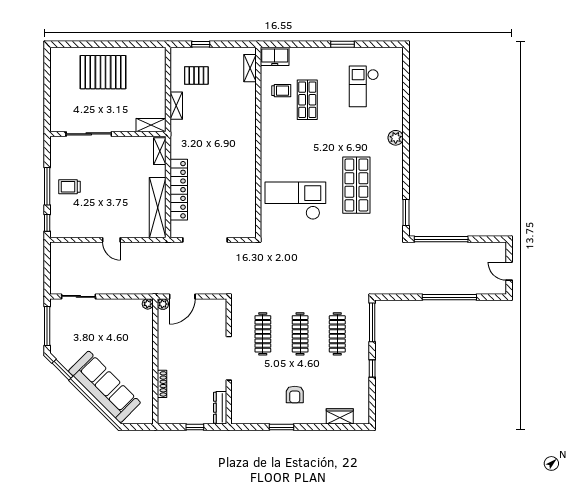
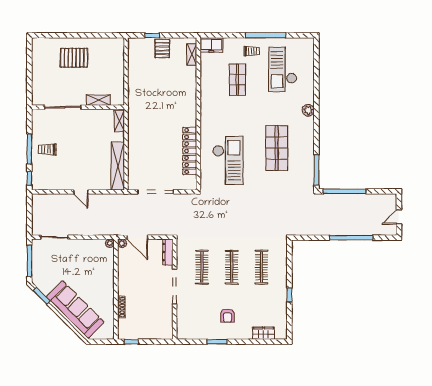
window: (342, 44) -> (266, 35), width x2.11
pallet: (103, 72) -> (74, 58), width x0.73, depth x0.71
pallet: (196, 75) -> (162, 49), moved, turned 90
checkout: (364, 86) -> (283, 69), width x1.36, depth x1.21
trolley: (281, 91) -> (252, 51), moved
shelving: (176, 106) -> (133, 84), removed
shelving: (151, 125) -> (98, 100), moved
locker: (179, 190) -> (190, 151), moved, turned 180
checkout: (295, 201) -> (228, 161), turned 90
window: (406, 212) -> (316, 170), width x1.44
door: (509, 271) -> (399, 217), hinge flipped
door: (182, 296) -> (137, 237), hinge flipped
window: (372, 322) -> (289, 258), removed
dresser: (220, 408) -> (168, 252), moved
window: (195, 427) -> (131, 342), moved

